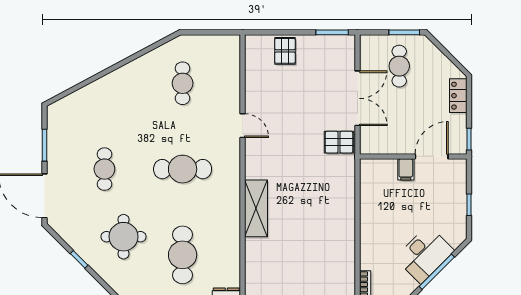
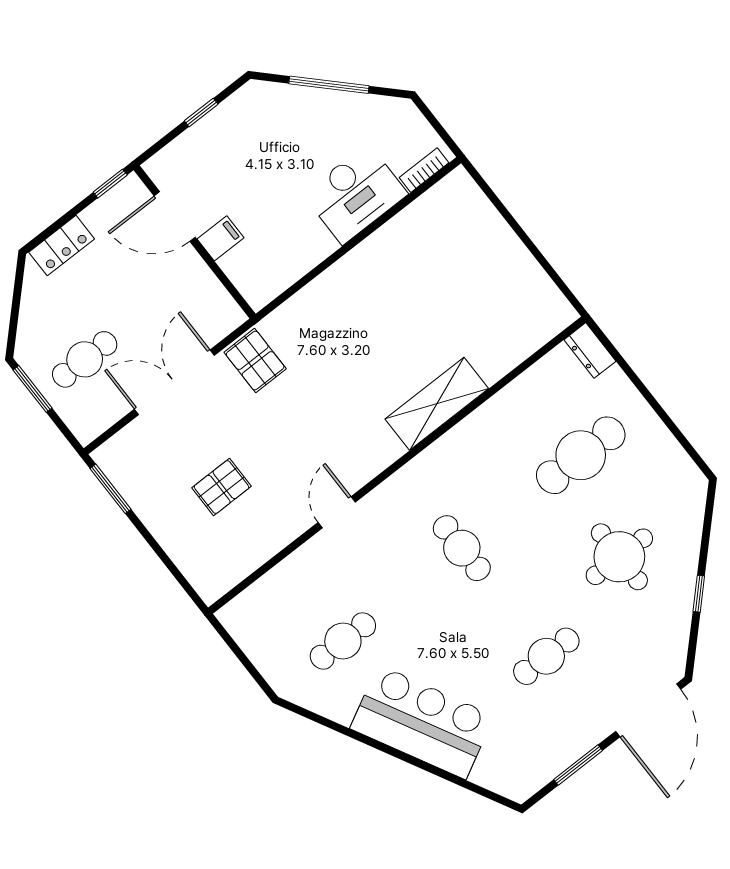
pallet: (285, 51) -> (222, 487), moved
bar counter: (119, 90) -> (422, 722), added
cafe table: (183, 169) -> (462, 548), width x0.73, depth x0.74
desk: (425, 254) -> (355, 194), moved, turned 135

